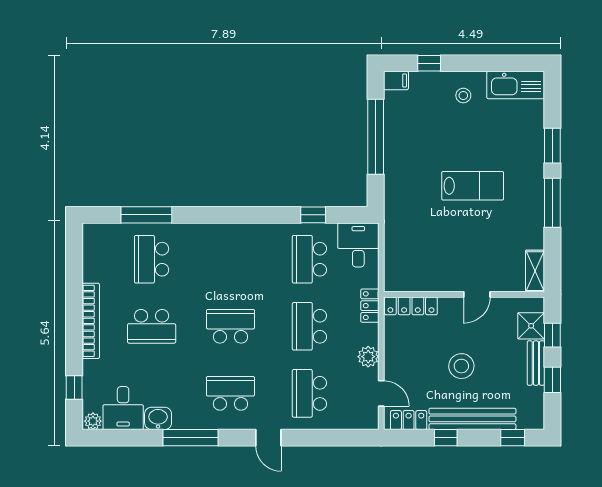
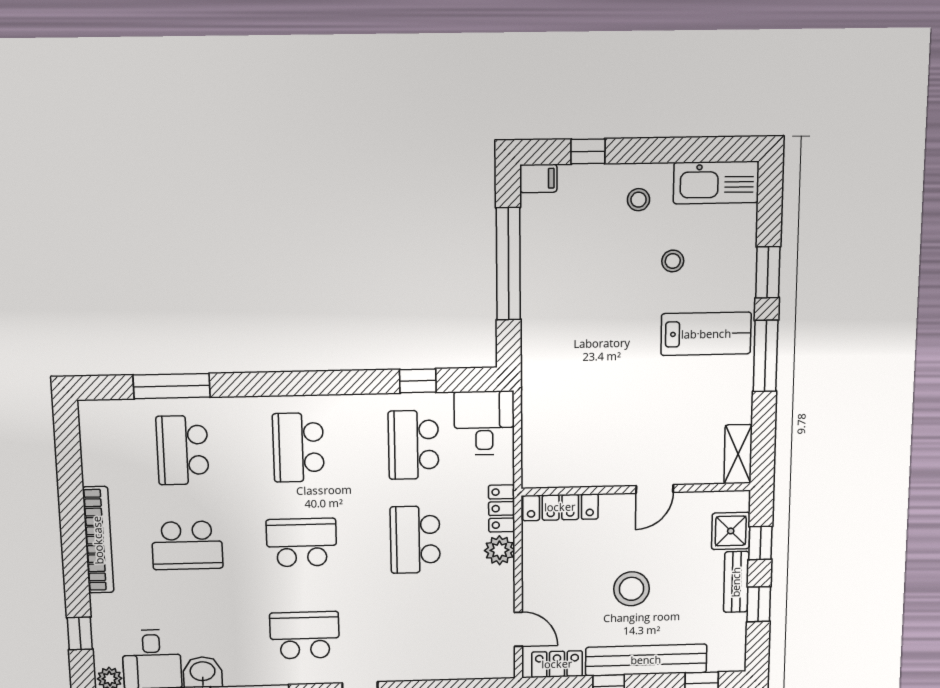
stool: (487, 137) -> (673, 261), added
lab bench: (473, 186) -> (706, 334), moved
plant: (368, 357) -> (500, 550), moved
school desk: (309, 393) -> (298, 447), moved

